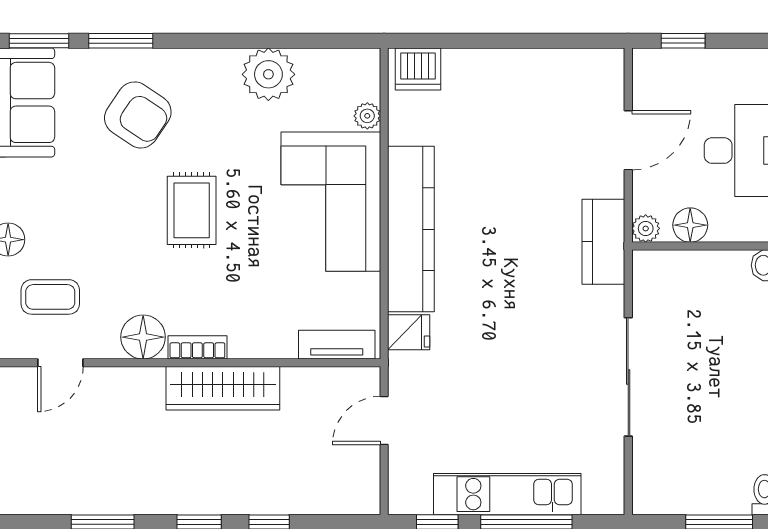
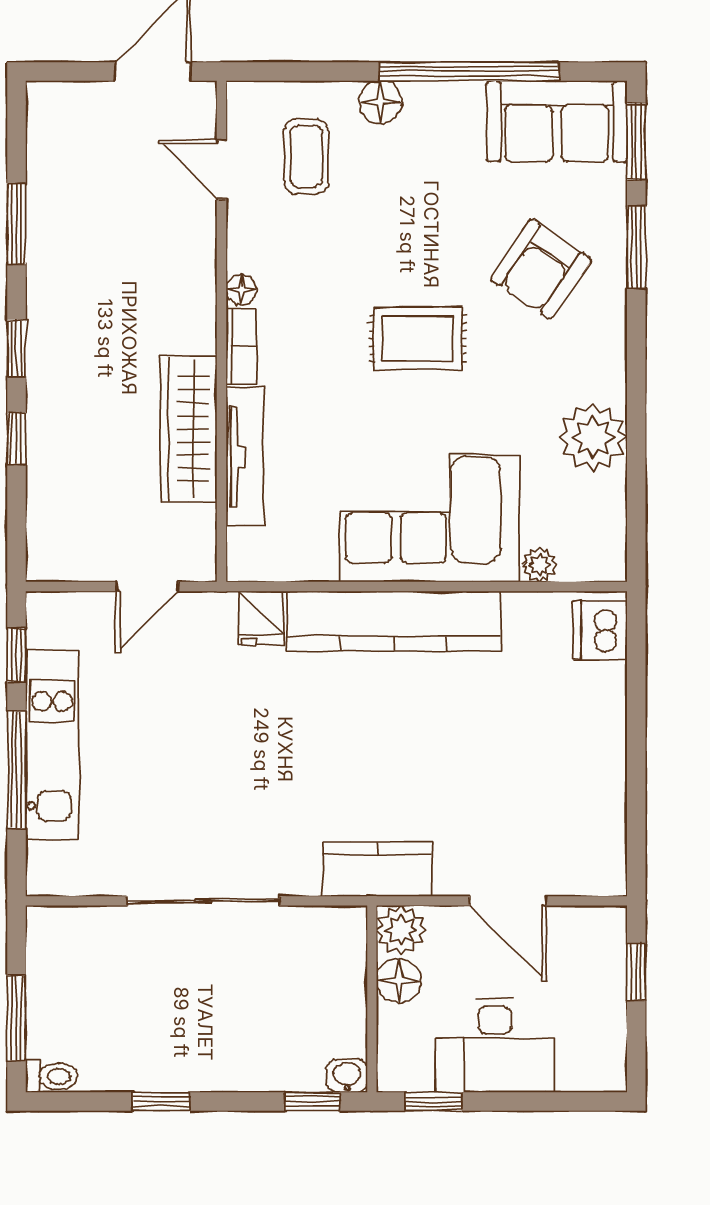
plant: (646, 228) -> (401, 930), width x1.38, depth x1.38
floor lamp: (143, 337) -> (241, 289), width x0.53, depth x0.53
tv unit: (337, 345) -> (245, 457), moved, width x1.41
wardrobe: (223, 388) -> (189, 429), moved
door: (384, 420) -> (147, 586), swing flipped

